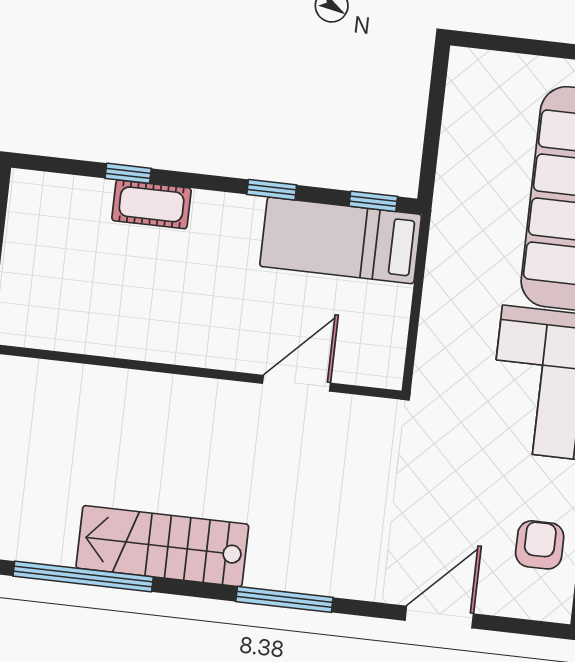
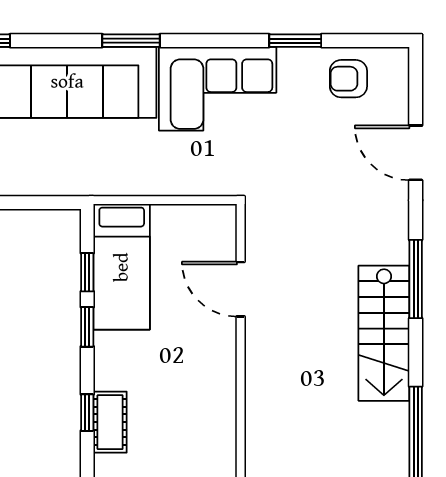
window: (128, 173) -> (87, 413), moved
window: (373, 201) -> (87, 272), moved
stairs: (162, 546) -> (384, 333), moved

